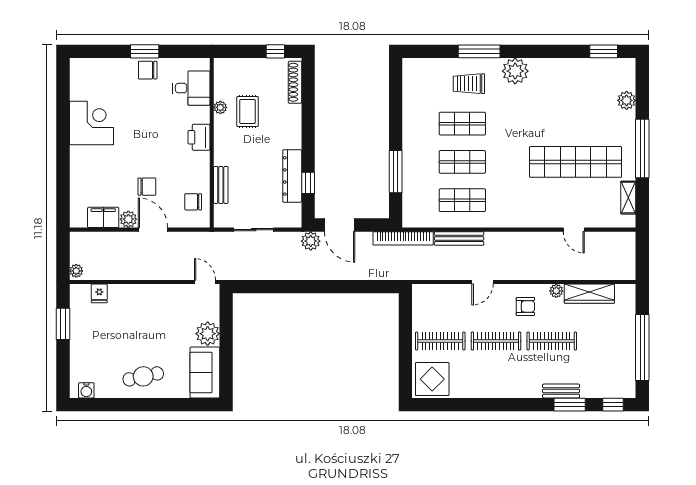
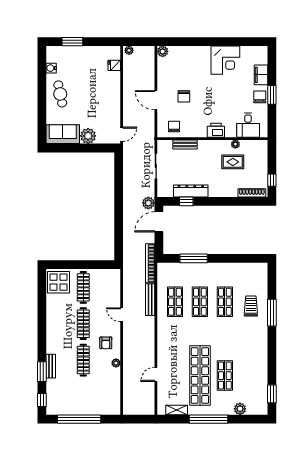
plant: (515, 71) -> (259, 336), removed
shop shelf: (576, 124) -> (225, 376), added
filing cabinet: (103, 217) -> (261, 75), moved, turned 180
plant: (128, 219) -> (163, 51), moved
door: (153, 230) -> (156, 100), swing flipped
wardrobe: (589, 294) -> (114, 385), removed
window: (63, 324) -> (72, 42), moved
water cooler: (86, 390) -> (51, 68), moved

